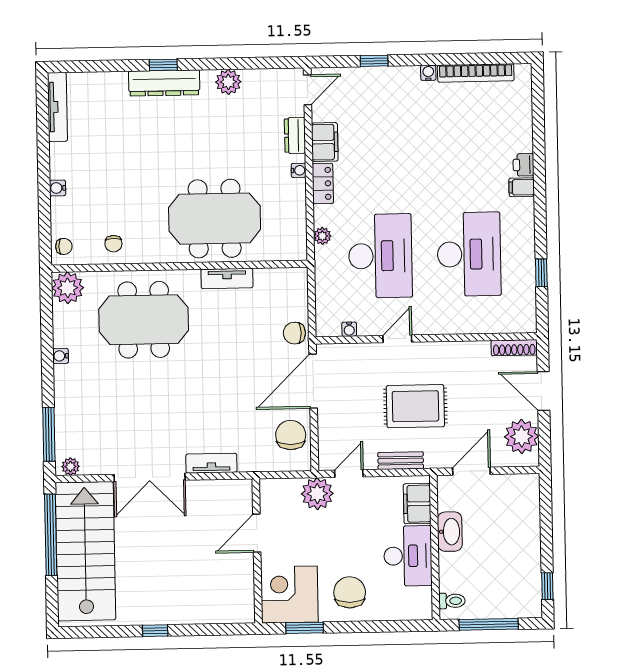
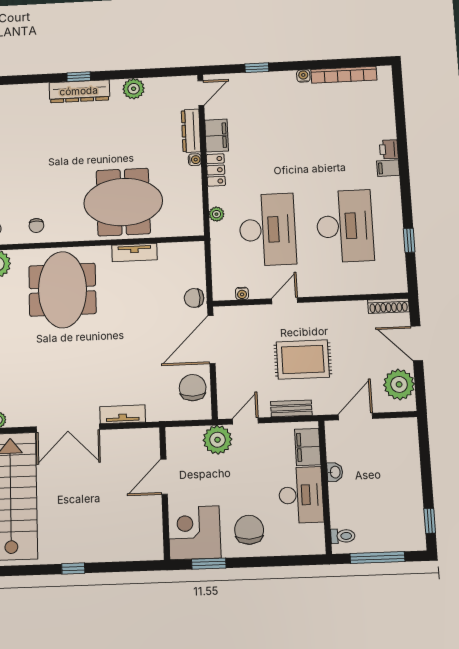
dresser: (295, 135) -> (191, 131), width x1.44
meeting table: (144, 320) -> (62, 290), turned 90
washbasin: (450, 532) -> (335, 472), width x0.52, depth x0.69

